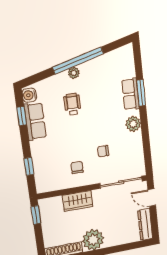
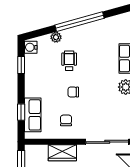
plant: (74, 73) -> (56, 37), moved
row of seats: (35, 121) -> (33, 115), moved
chair: (103, 151) -> (73, 92), moved

